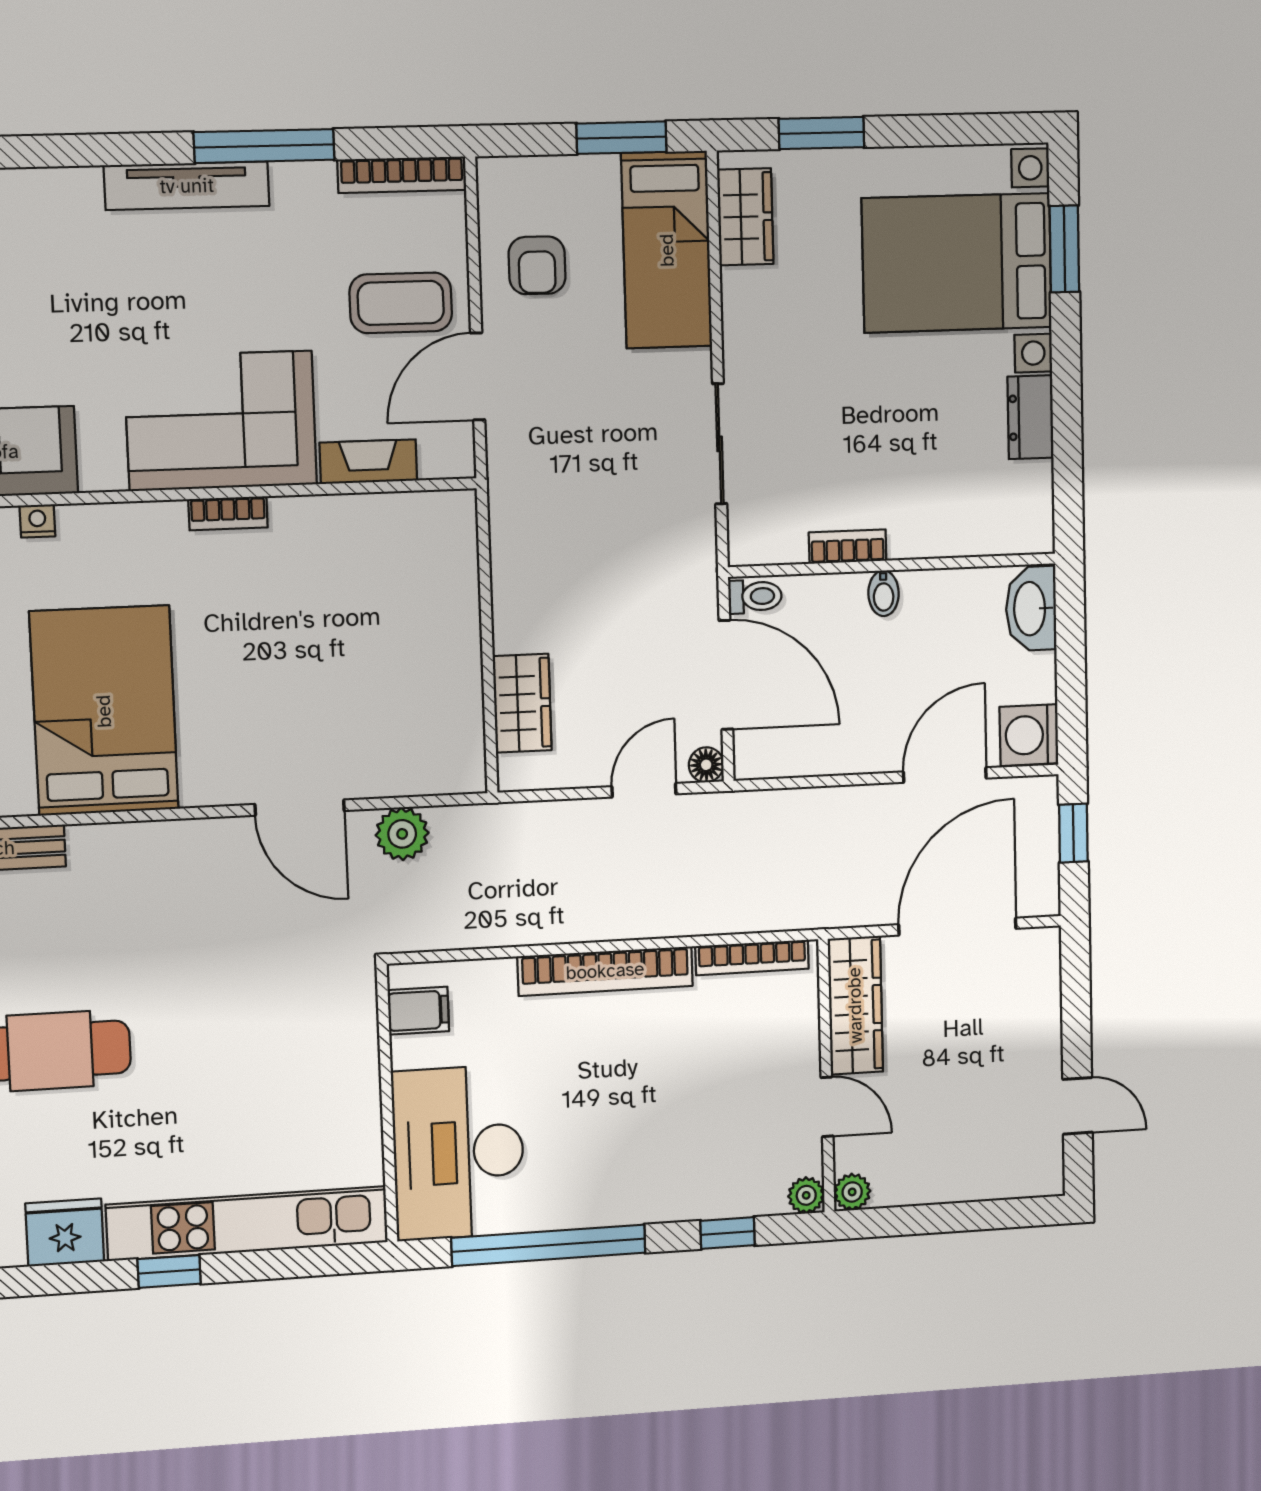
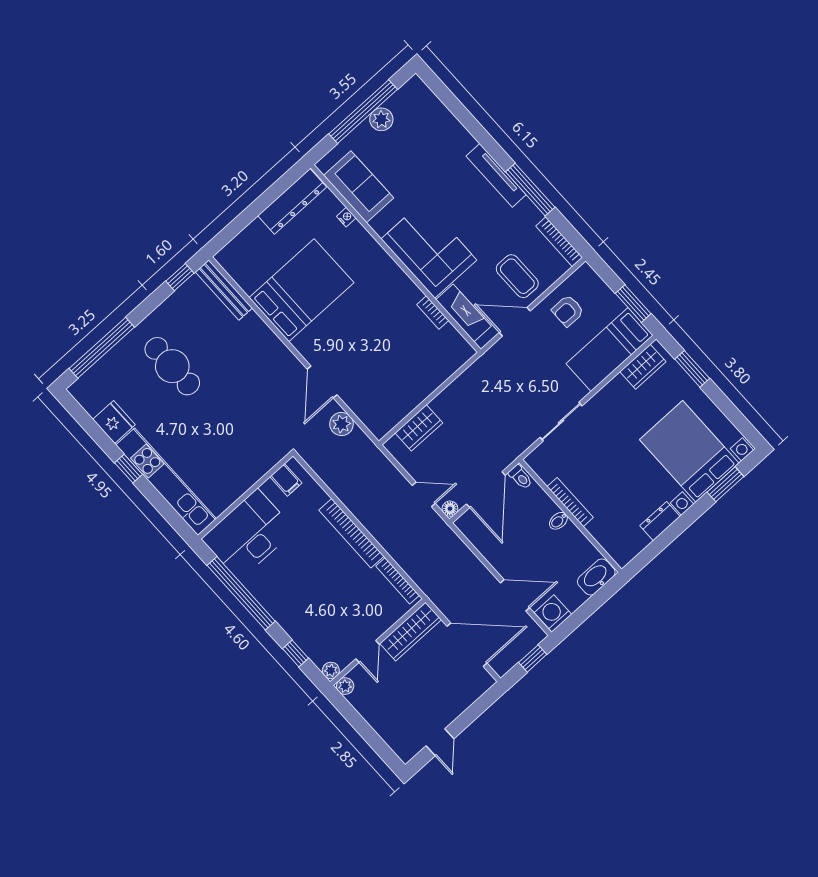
fireplace: (368, 462) -> (463, 313), width x1.37, depth x1.32
bookcase: (228, 513) -> (433, 313), moved
bookcase: (848, 547) -> (570, 502), width x1.56

